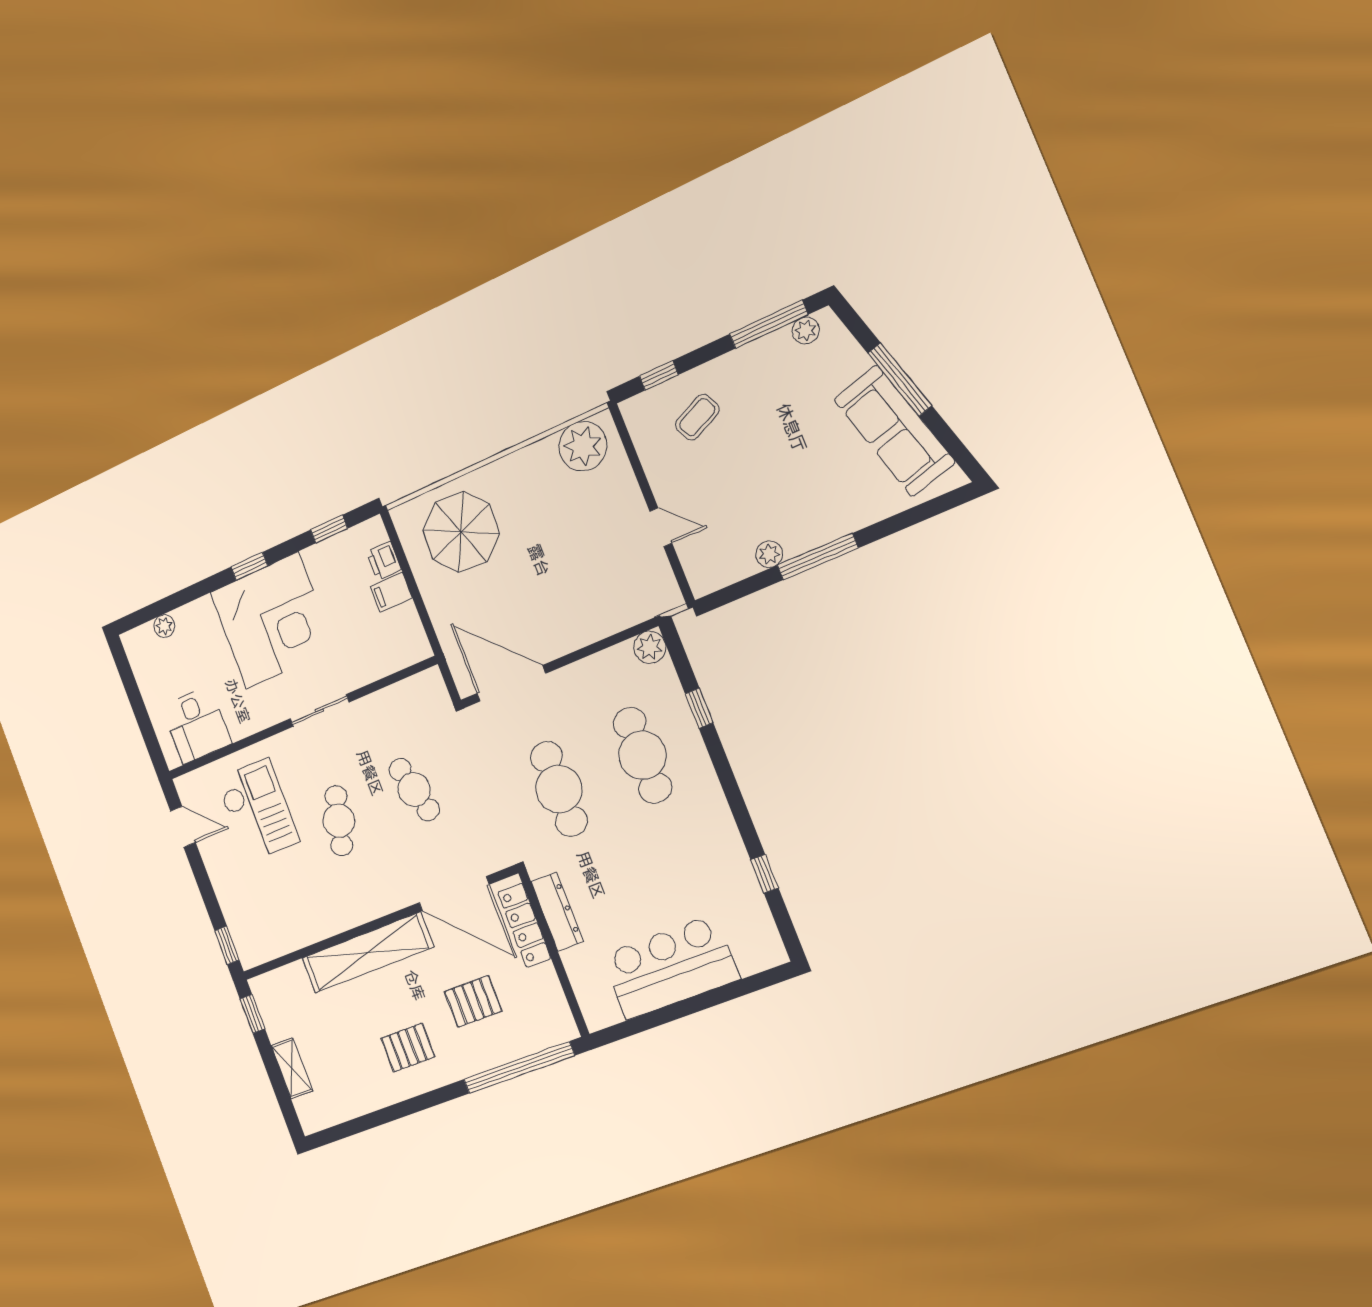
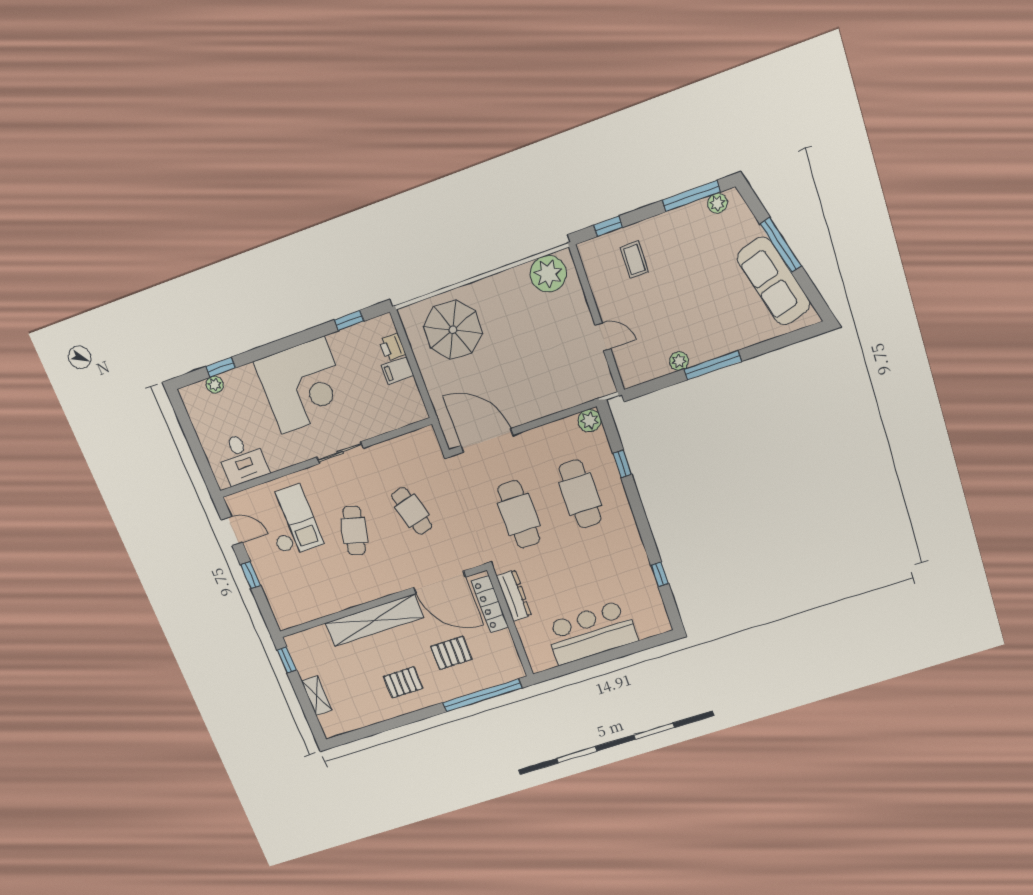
coffee table: (697, 417) -> (634, 260), turned -65
window: (249, 566) -> (221, 367), moved
window: (227, 945) -> (251, 575), moved

